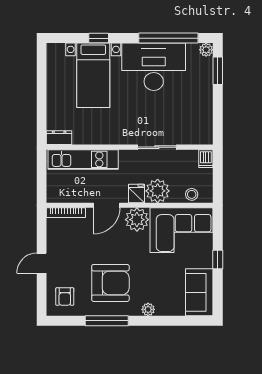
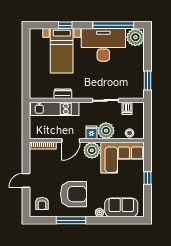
plant: (206, 50) -> (135, 37), width x1.87, depth x1.87
window: (218, 71) -> (148, 80), moved
dresser: (59, 138) -> (63, 94), moved
dishwasher: (206, 159) -> (127, 108), moved
sofa: (199, 292) -> (121, 207), moved, turned 90

